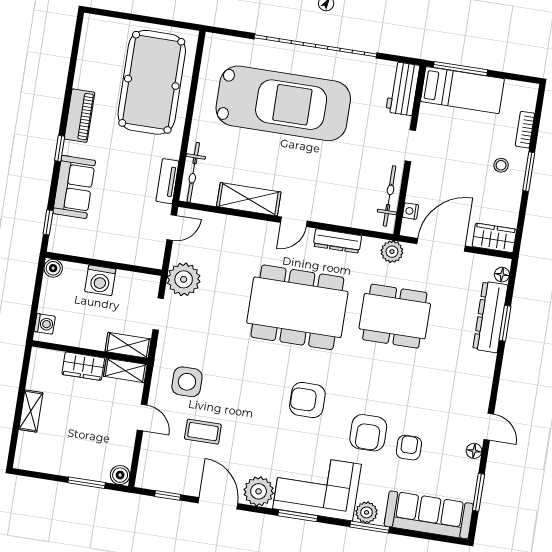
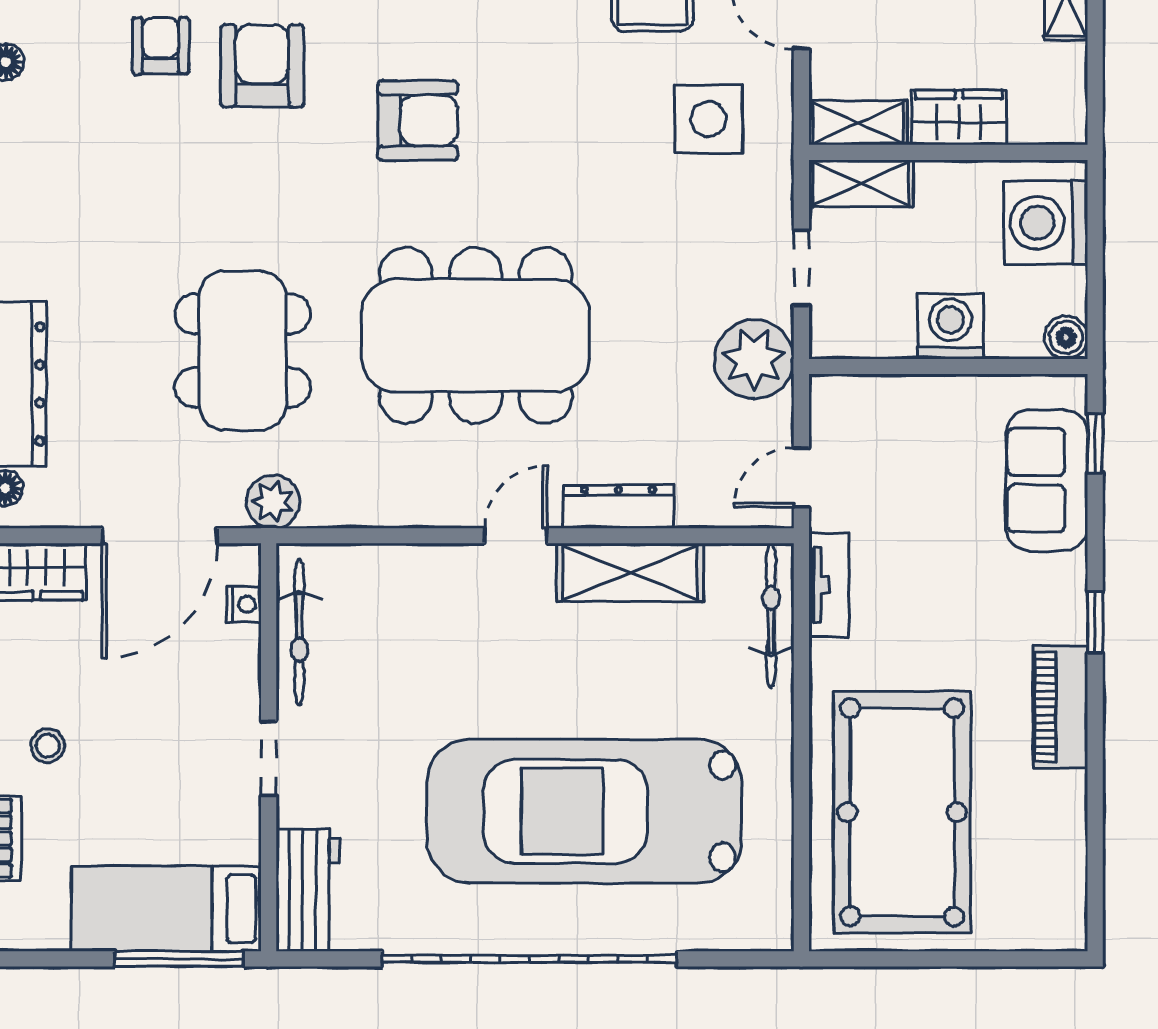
sofa: (74, 187) -> (1047, 480), moved
dresser: (337, 241) -> (618, 507), moved
dining table: (395, 316) -> (243, 351), turned 90
washing machine: (45, 324) -> (1046, 223), width x1.89, depth x1.89
armchair: (409, 448) -> (161, 46), turned 180

